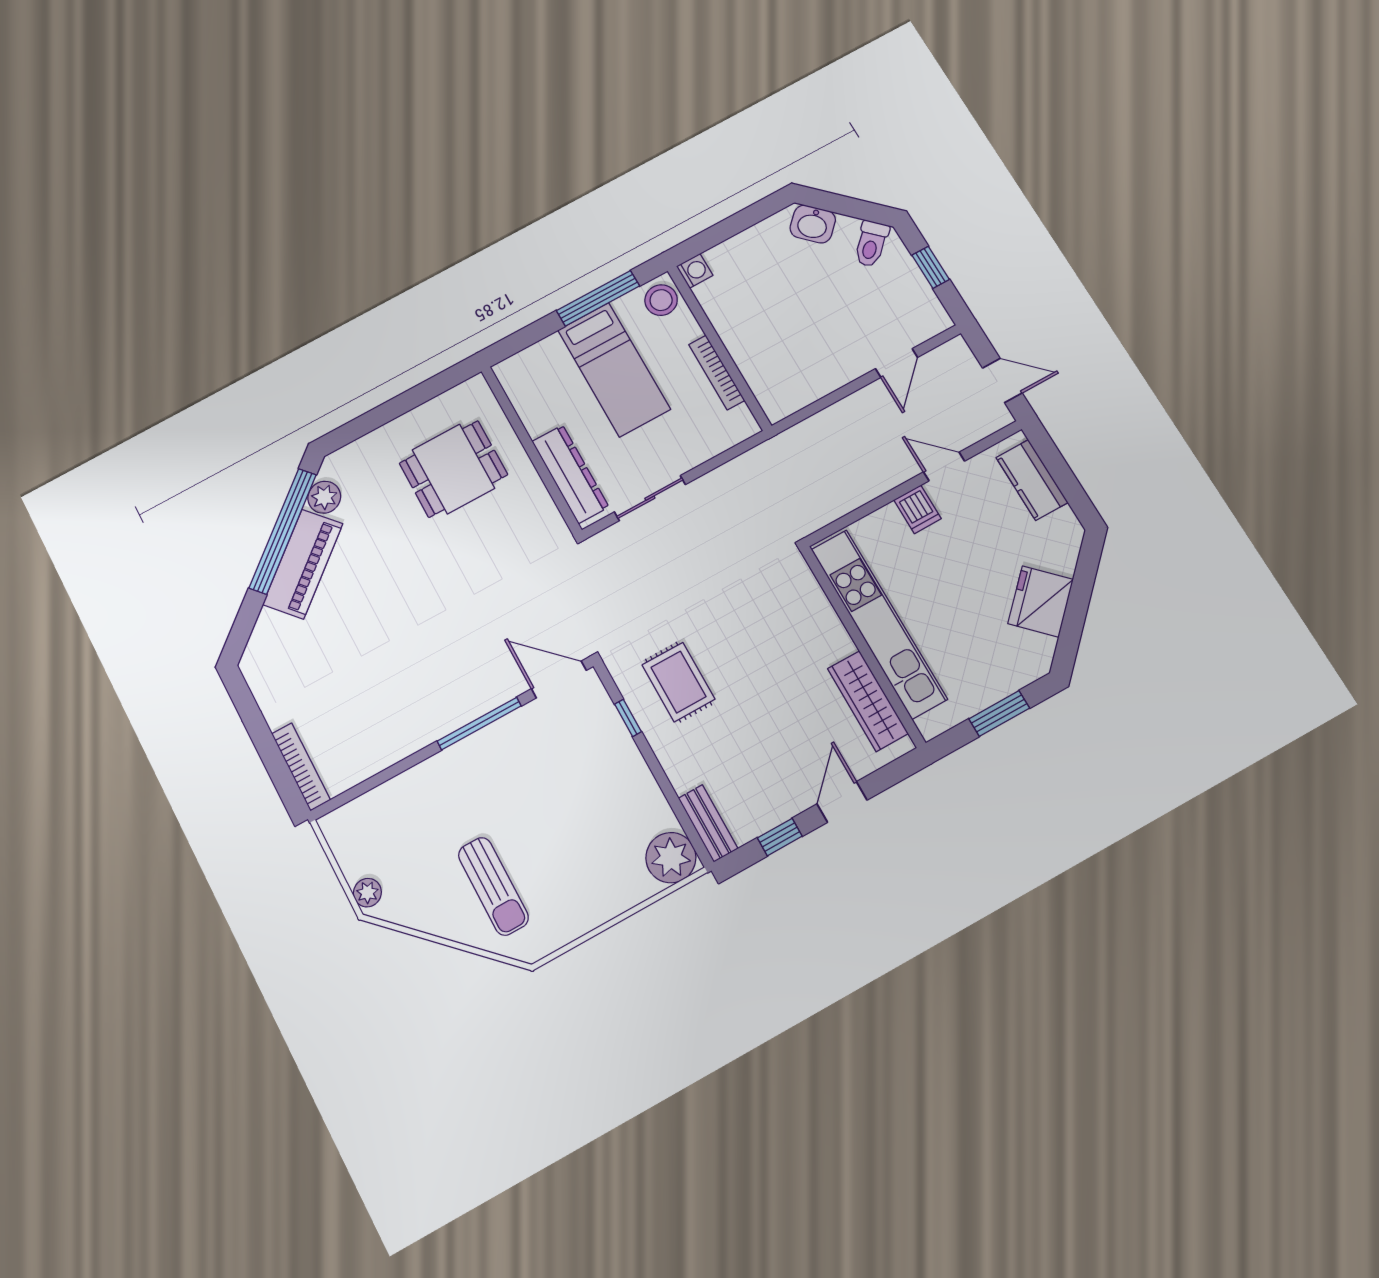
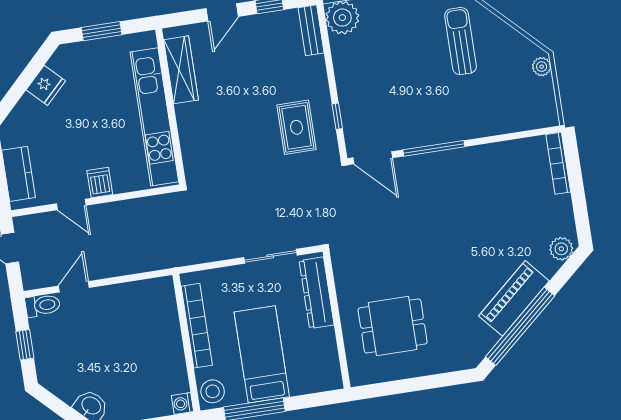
toilet: (871, 244) -> (43, 305), moved, turned 45
bookcase: (717, 372) -> (197, 326), width x1.48, depth x1.31
plant: (324, 497) -> (561, 249), moved
fridge: (1041, 601) -> (46, 85), width x0.73, depth x0.75

